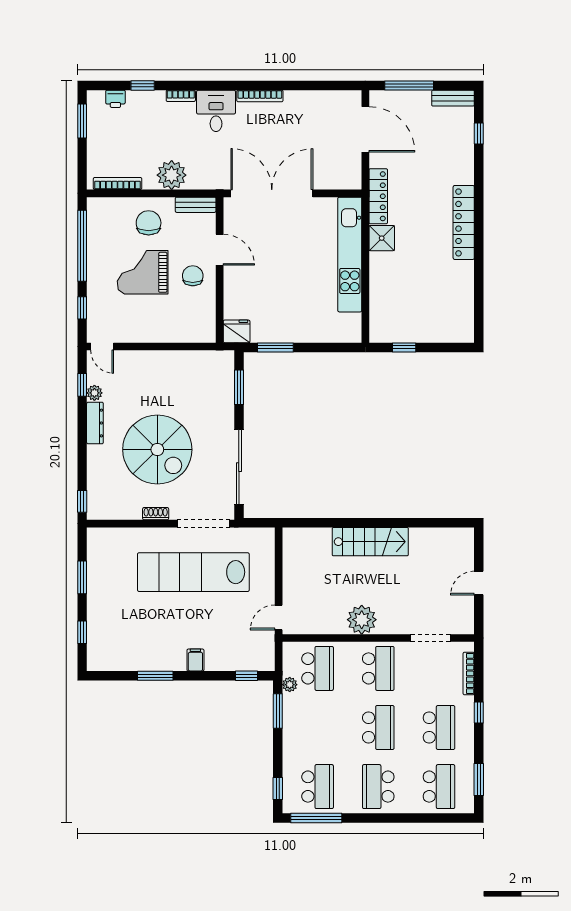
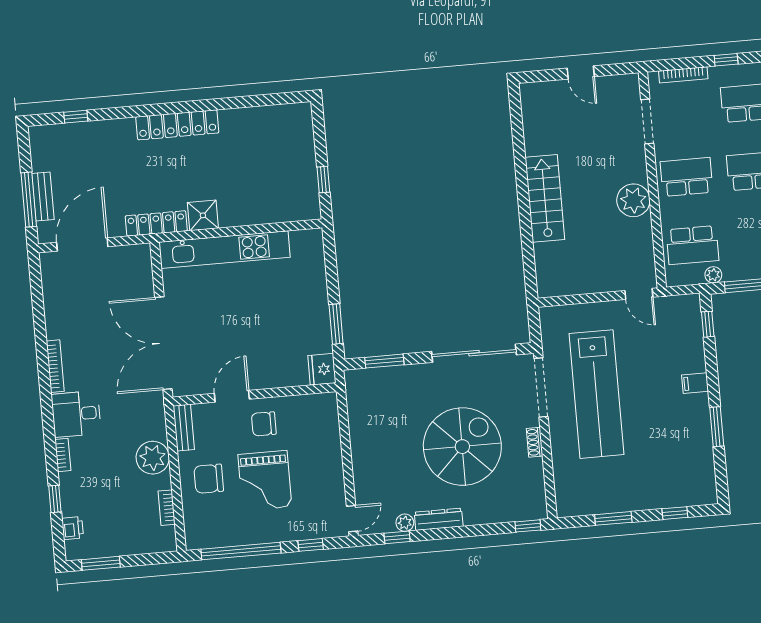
bench: (453, 98) -> (43, 196), moved
bookcase: (118, 183) -> (167, 508), width x0.64
school desk: (318, 668) -> (692, 245), turned 180

